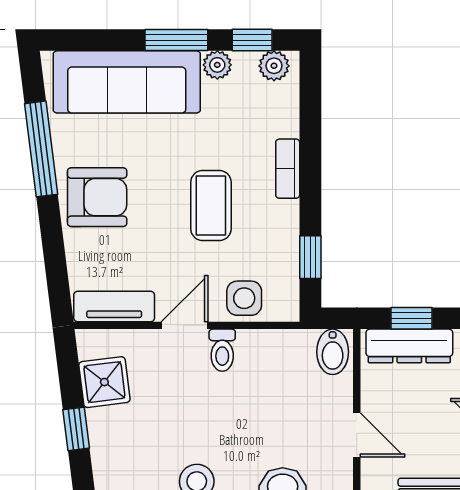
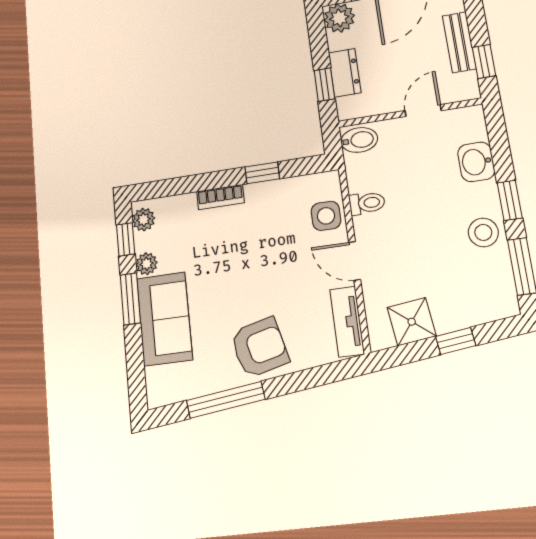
sofa: (127, 82) -> (164, 319), width x0.73
armchair: (97, 197) -> (259, 347), turned 76
coffee table: (211, 206) -> (256, 253), removed
window: (310, 257) -> (262, 173), moved
dresser: (409, 346) -> (345, 73), width x0.70
toilet: (222, 350) -> (367, 203), moved

